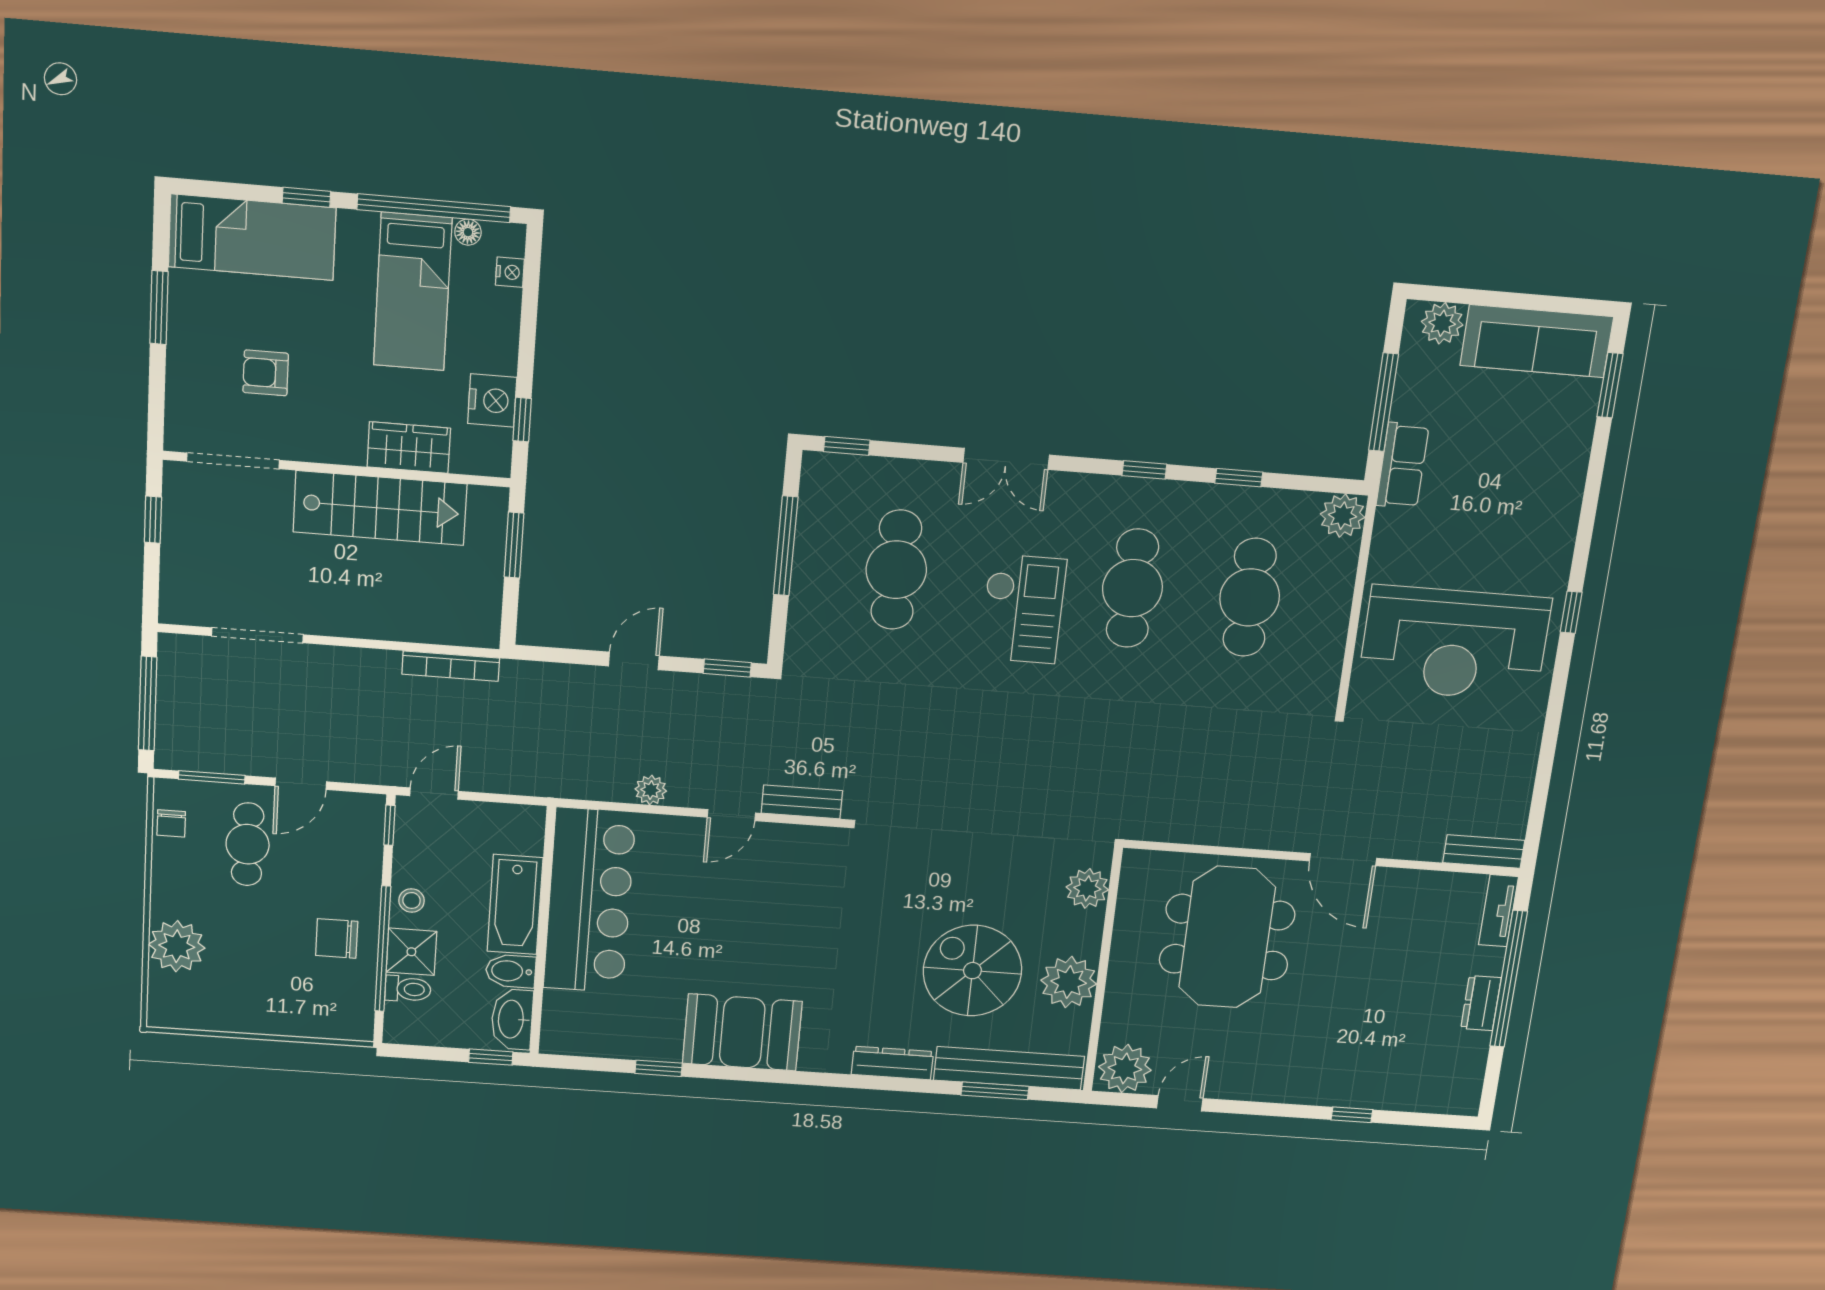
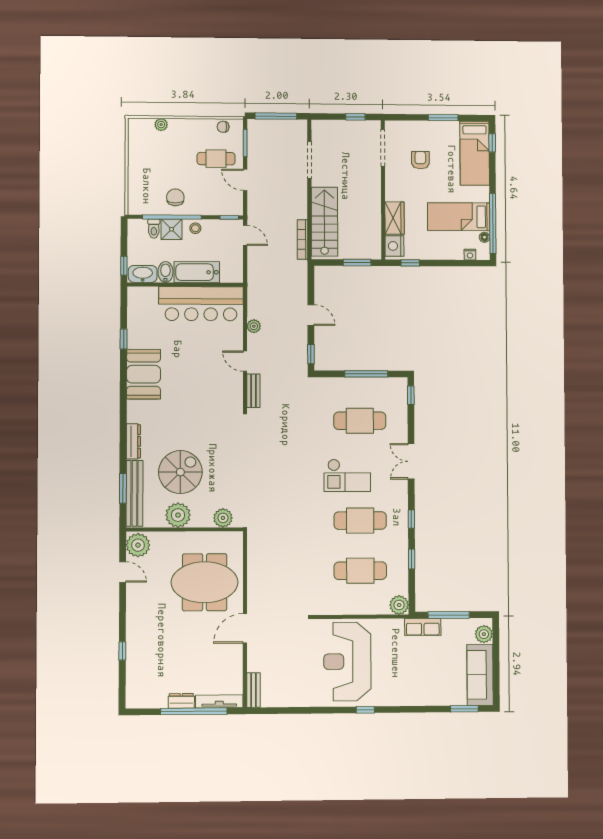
window: (306, 197) -> (492, 143), moved
nightstand: (492, 400) -> (394, 246), moved, turned 90
stairs: (380, 508) -> (324, 222), moved, turned 180
tv unit: (1498, 911) -> (219, 701), width x1.41
plant: (177, 946) -> (161, 125), width x0.53, depth x0.53

